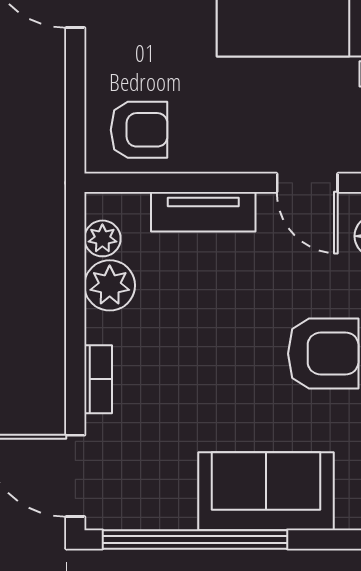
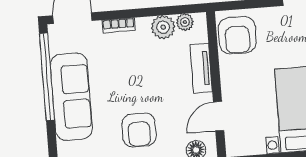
armchair: (139, 130) -> (237, 35), width x1.38, depth x1.38
sofa: (266, 491) -> (71, 97), width x1.36

